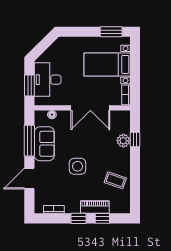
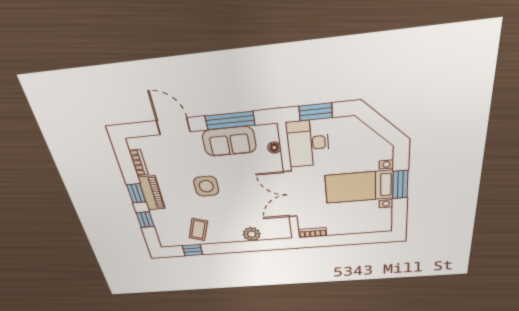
window: (111, 32) -> (400, 185), moved
bed with nightstands: (107, 64) -> (359, 187), moved, turned -90
desk: (48, 80) -> (308, 143), moved, turned -90
window: (135, 139) -> (192, 250), moved
piano: (95, 207) -> (152, 193), moved

